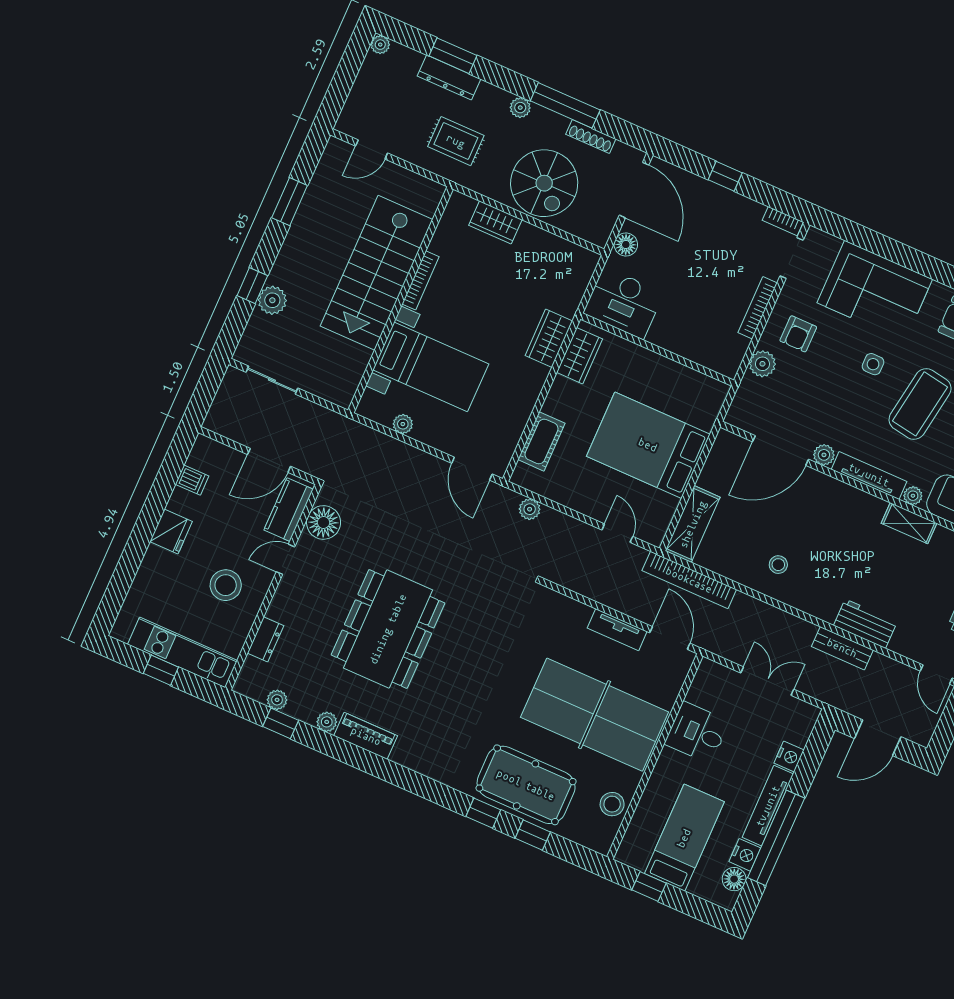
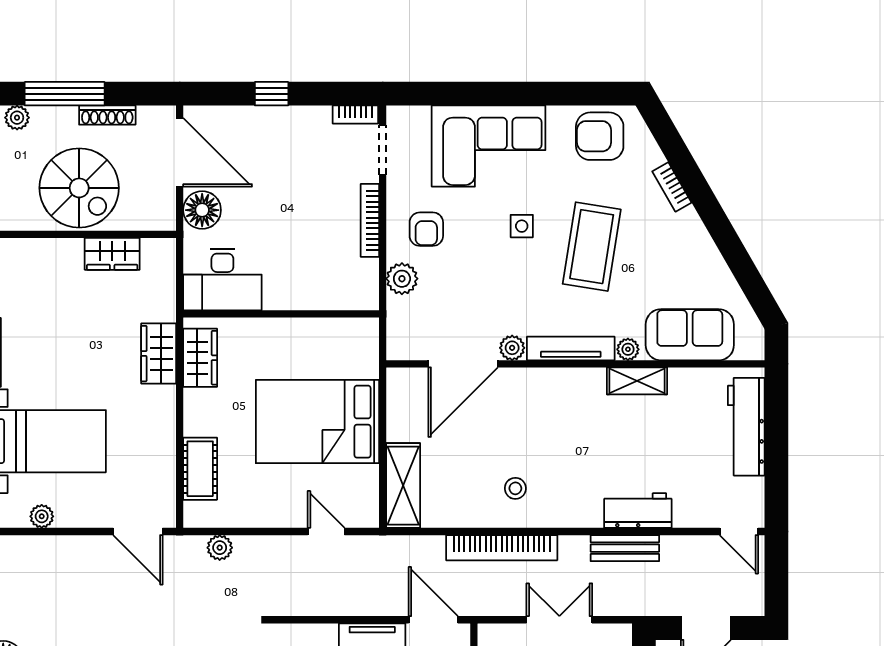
wardrobe: (495, 222) -> (112, 254), moved
floor lamp: (626, 245) -> (202, 210), width x1.38, depth x1.38
bookcase: (689, 580) -> (502, 548), moved

